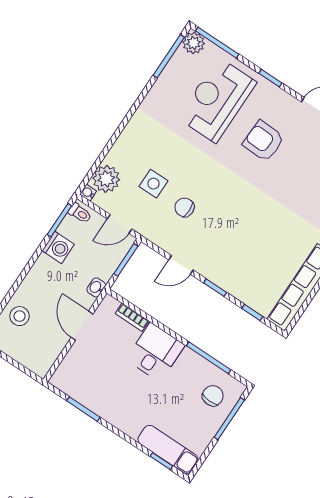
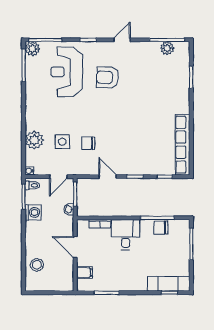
plant: (106, 179) -> (34, 140), moved
door: (181, 265) -> (108, 177), swing flipped
washbasin: (96, 287) -> (69, 209), moved
filing cabinet: (73, 365) -> (85, 272), added
chair: (213, 396) -> (161, 227), moved, turned -92

